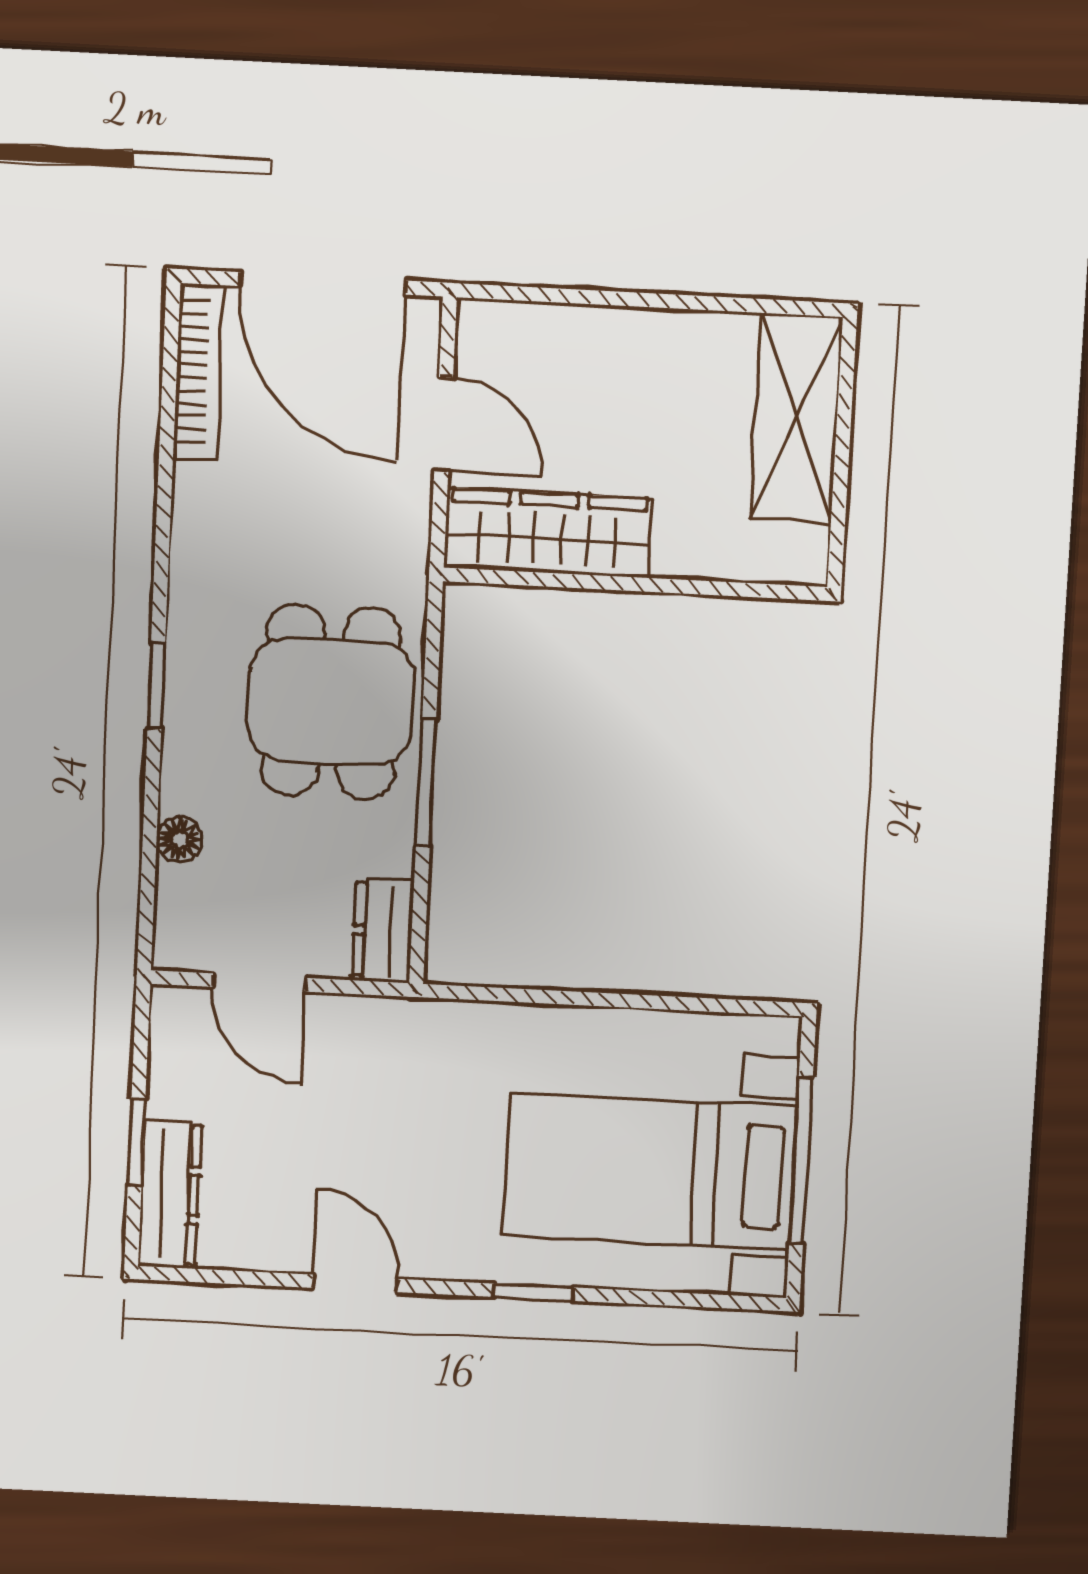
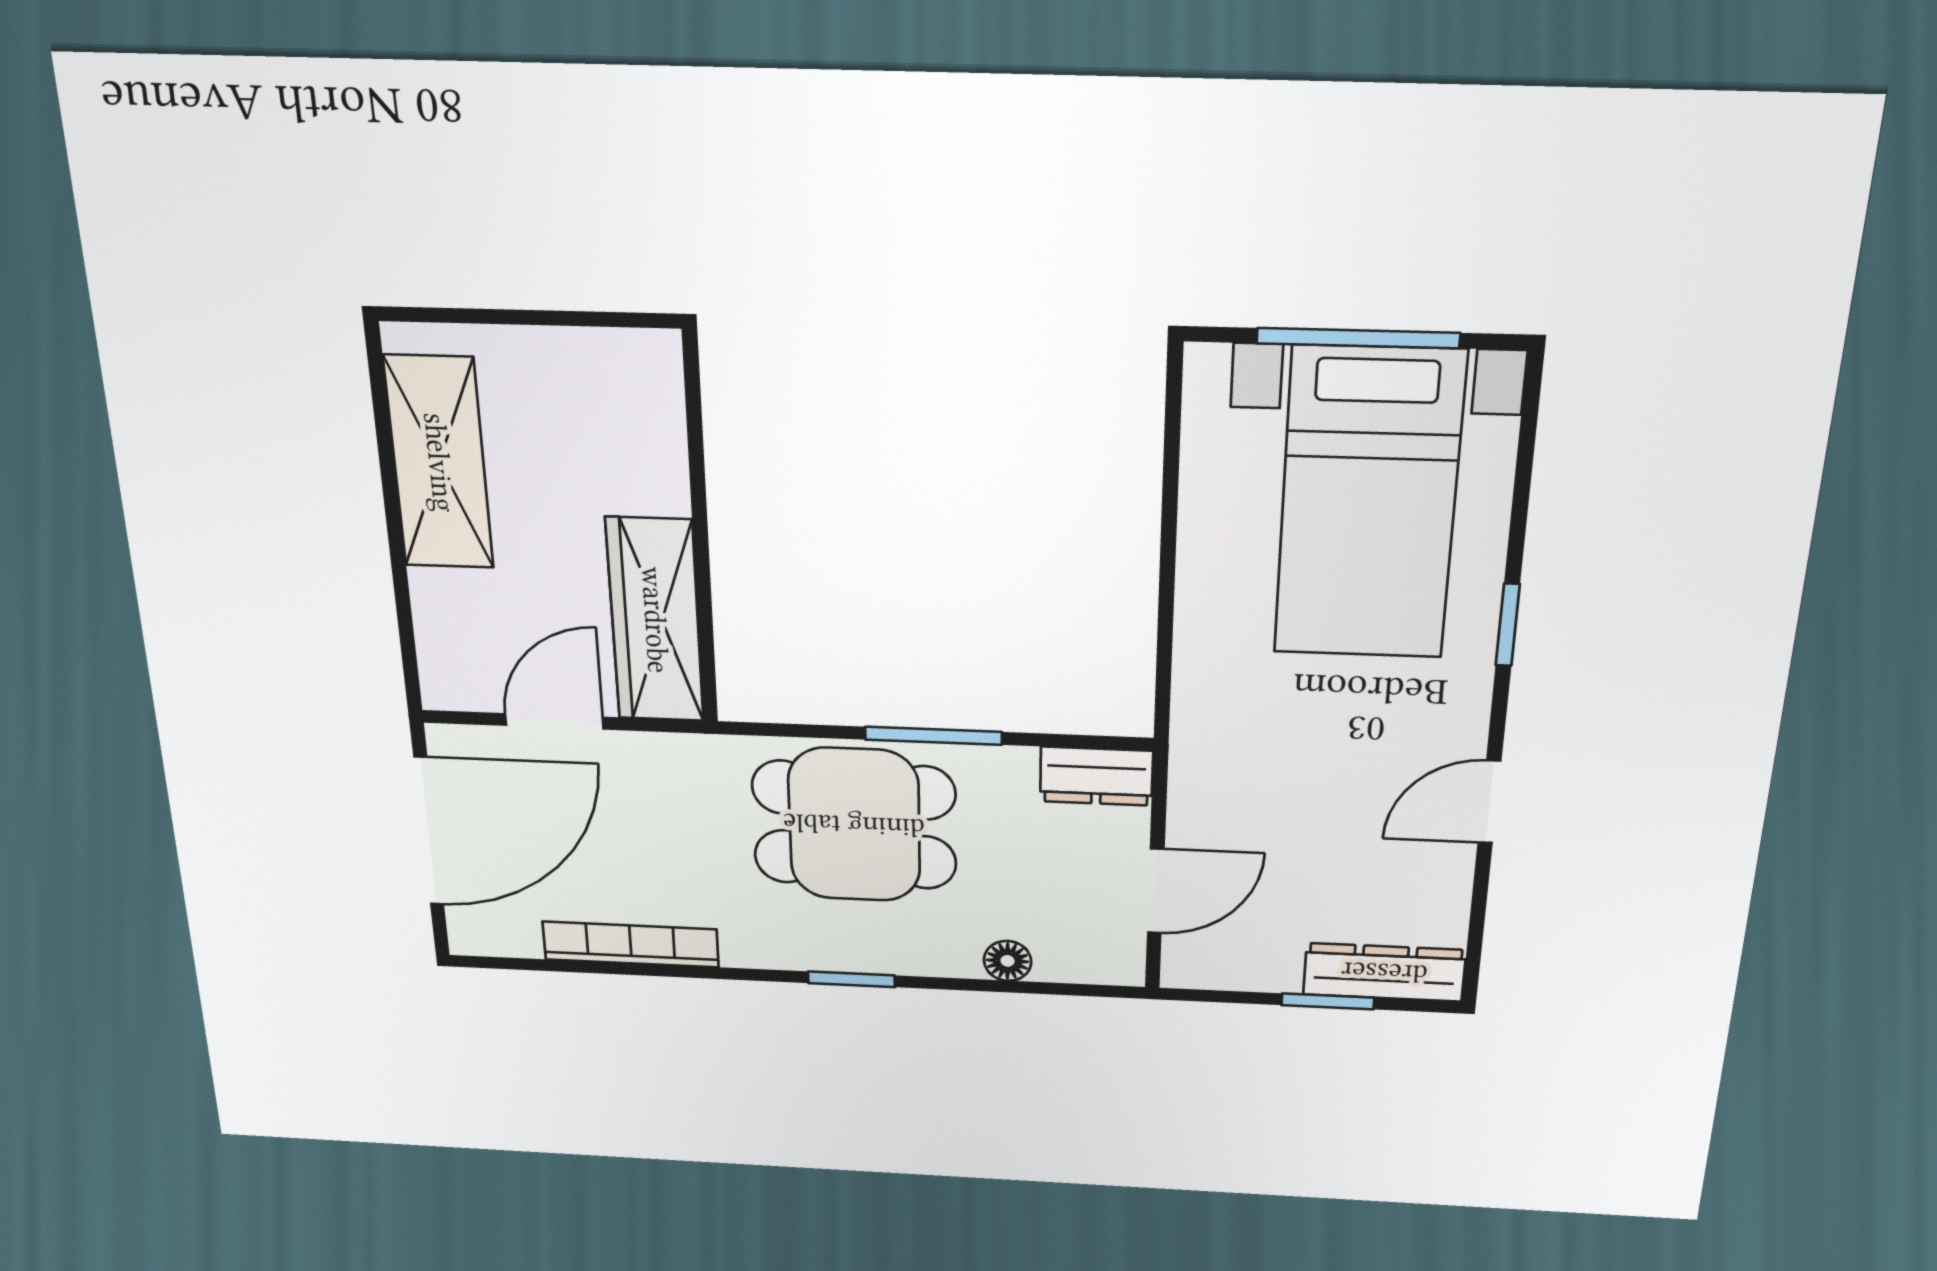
bookcase: (199, 372) -> (631, 944), moved
shelving: (796, 418) -> (439, 463), moved, turned 90

